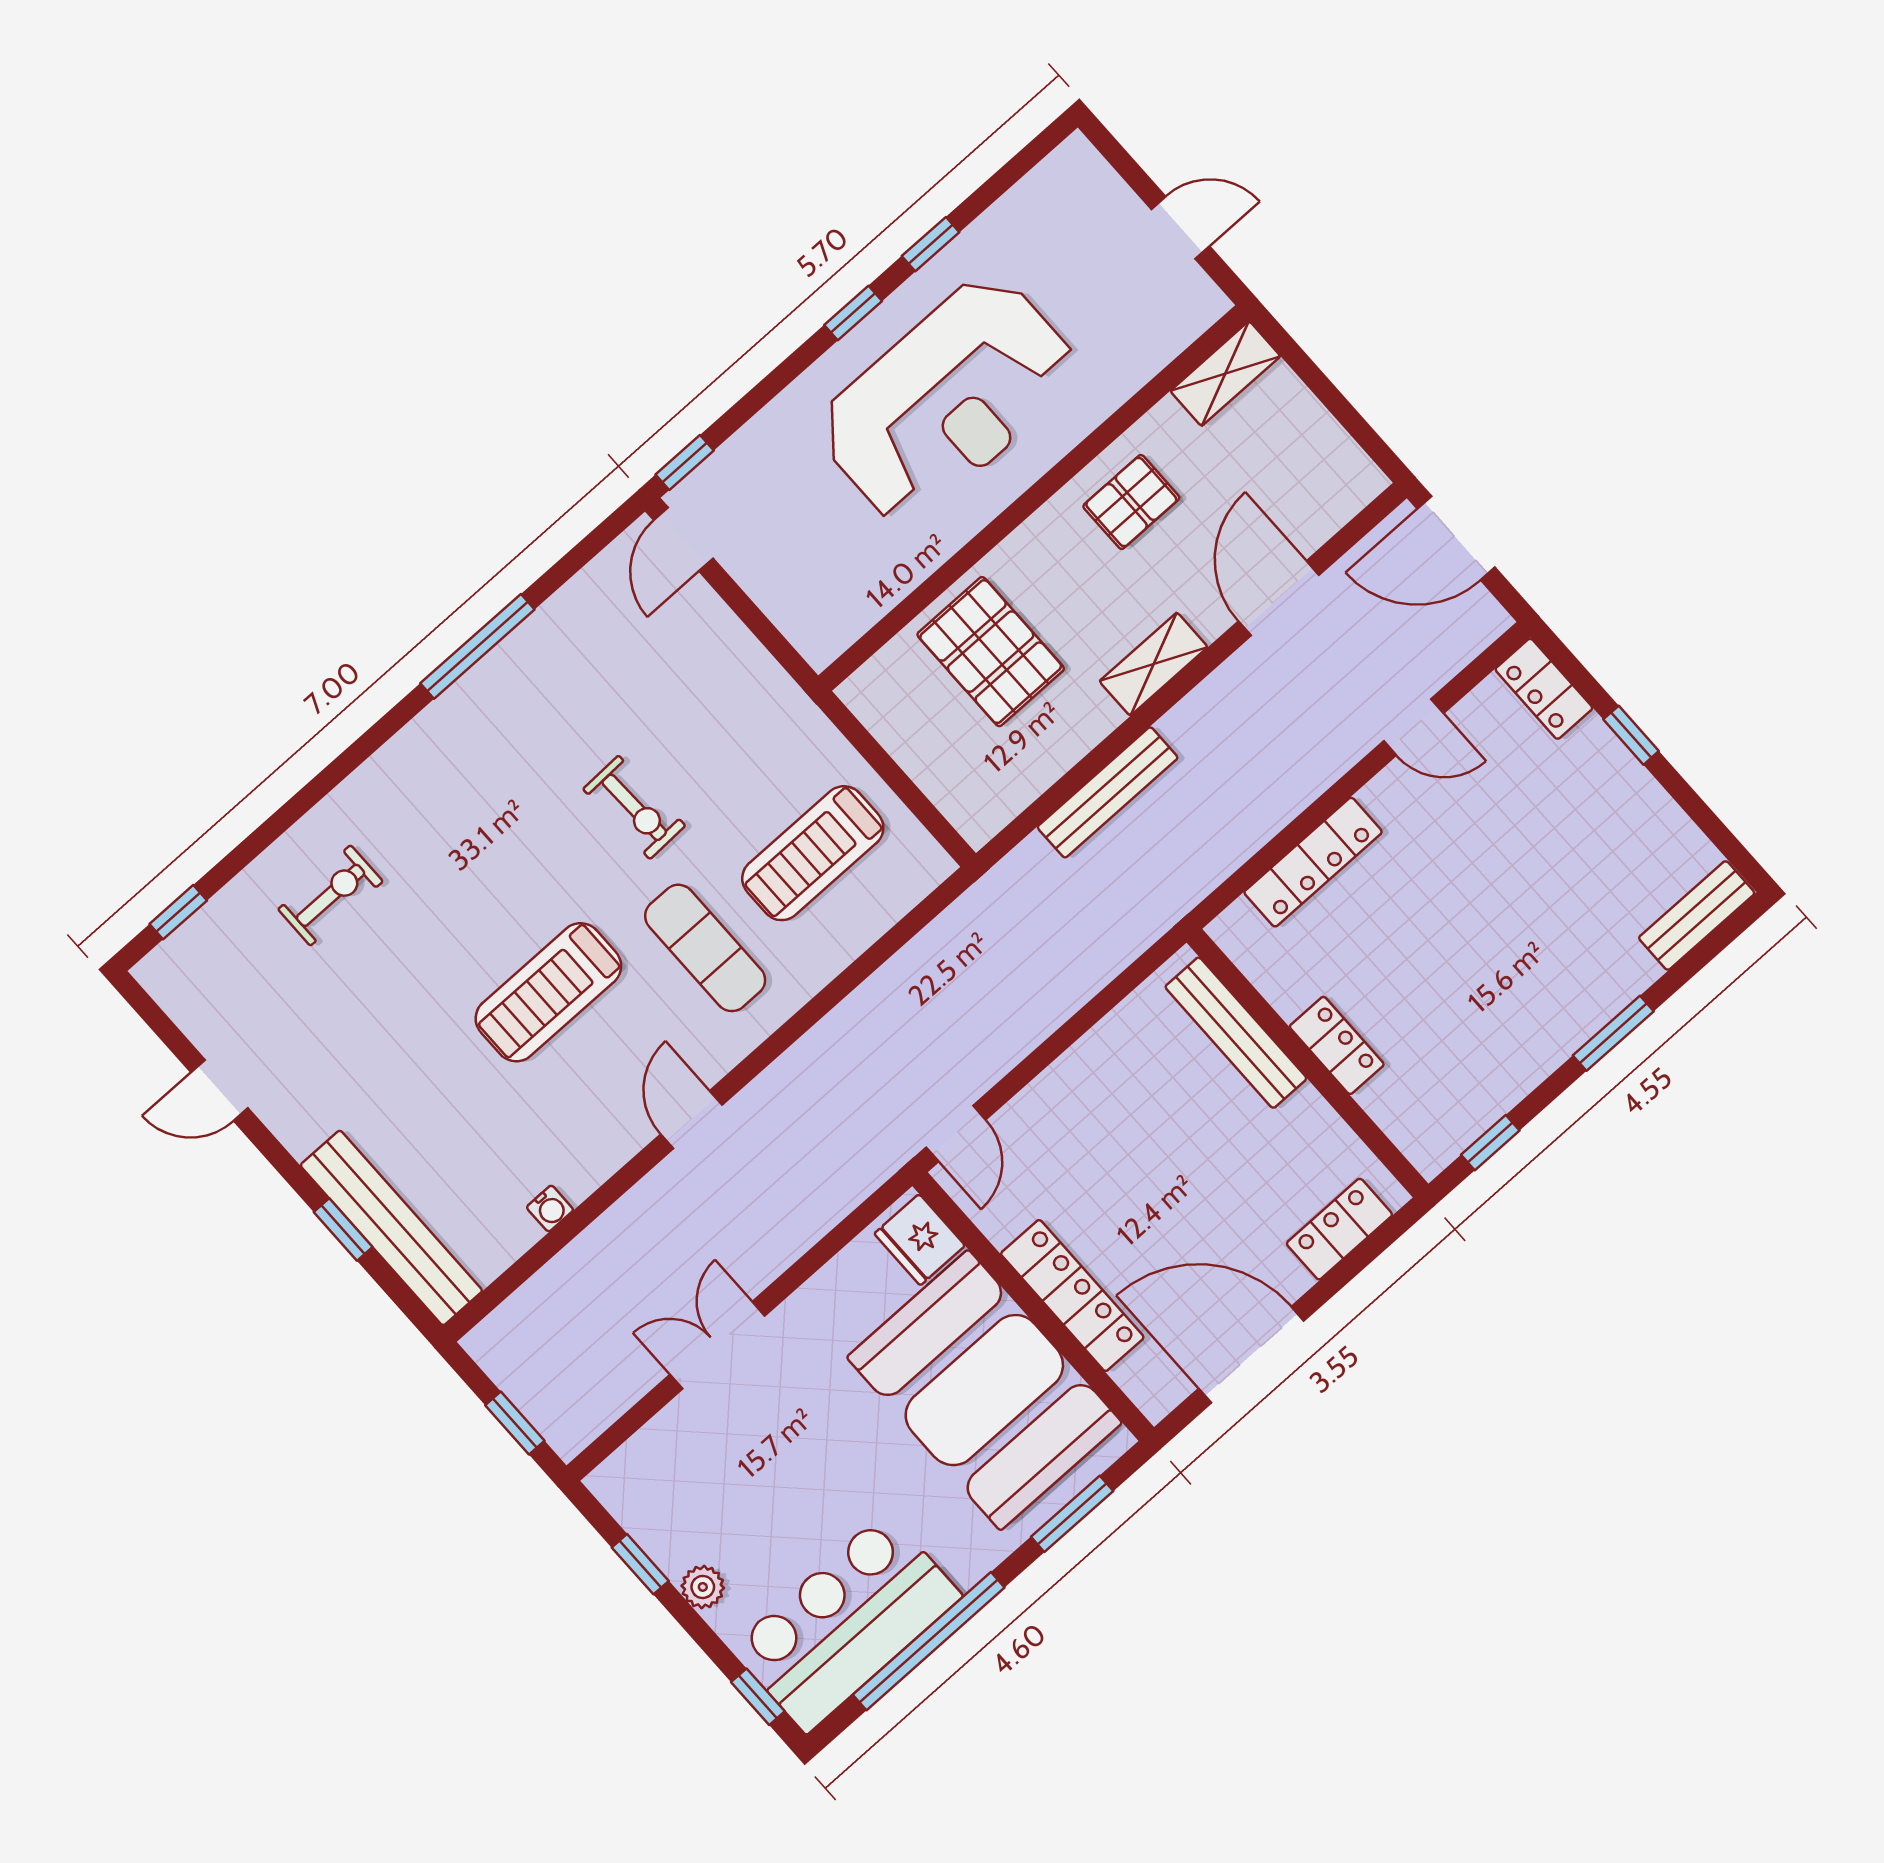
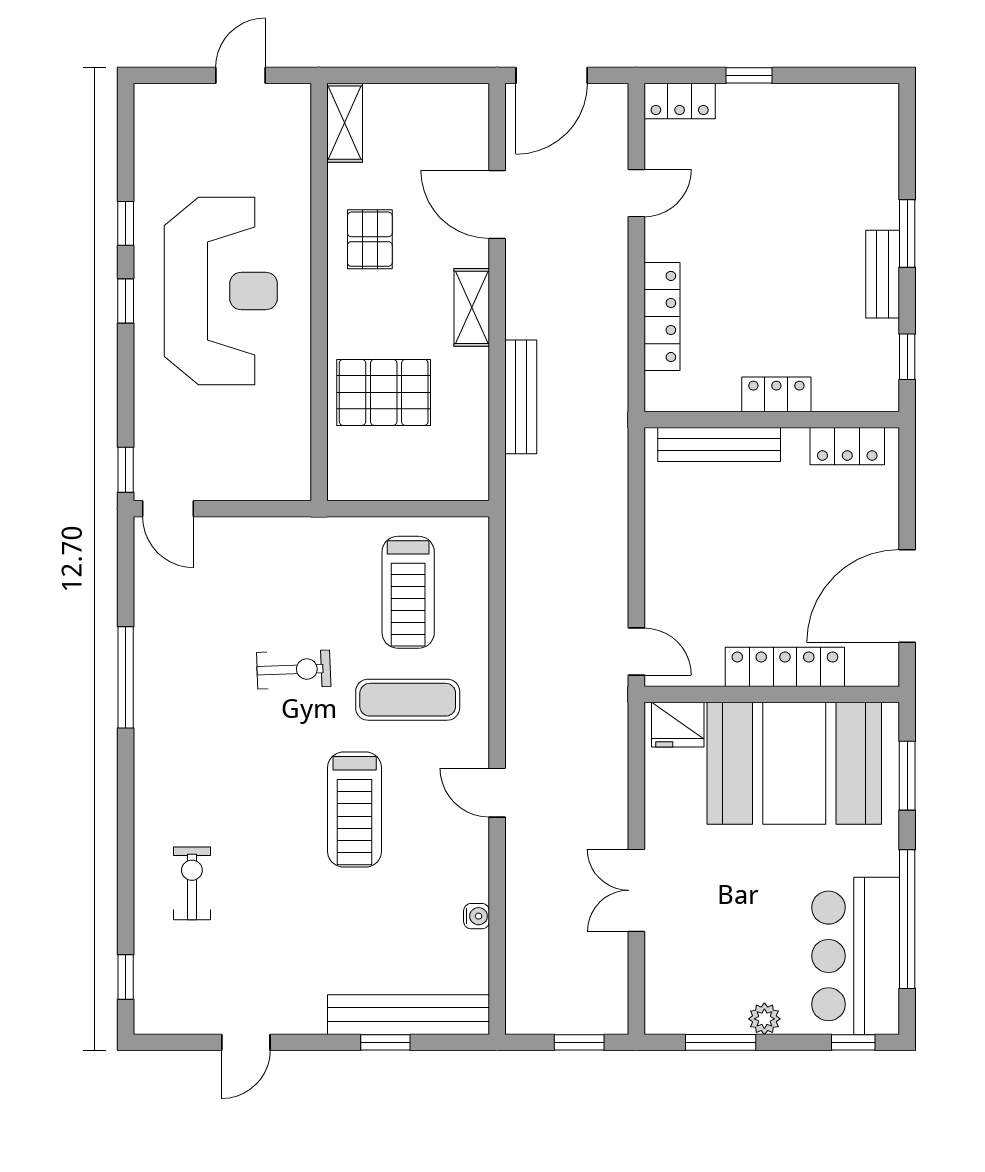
bench: (1697, 915) -> (883, 274), moved
locker: (1339, 1229) -> (847, 446), moved, turned -90
window: (640, 1564) -> (721, 1042), width x1.50

